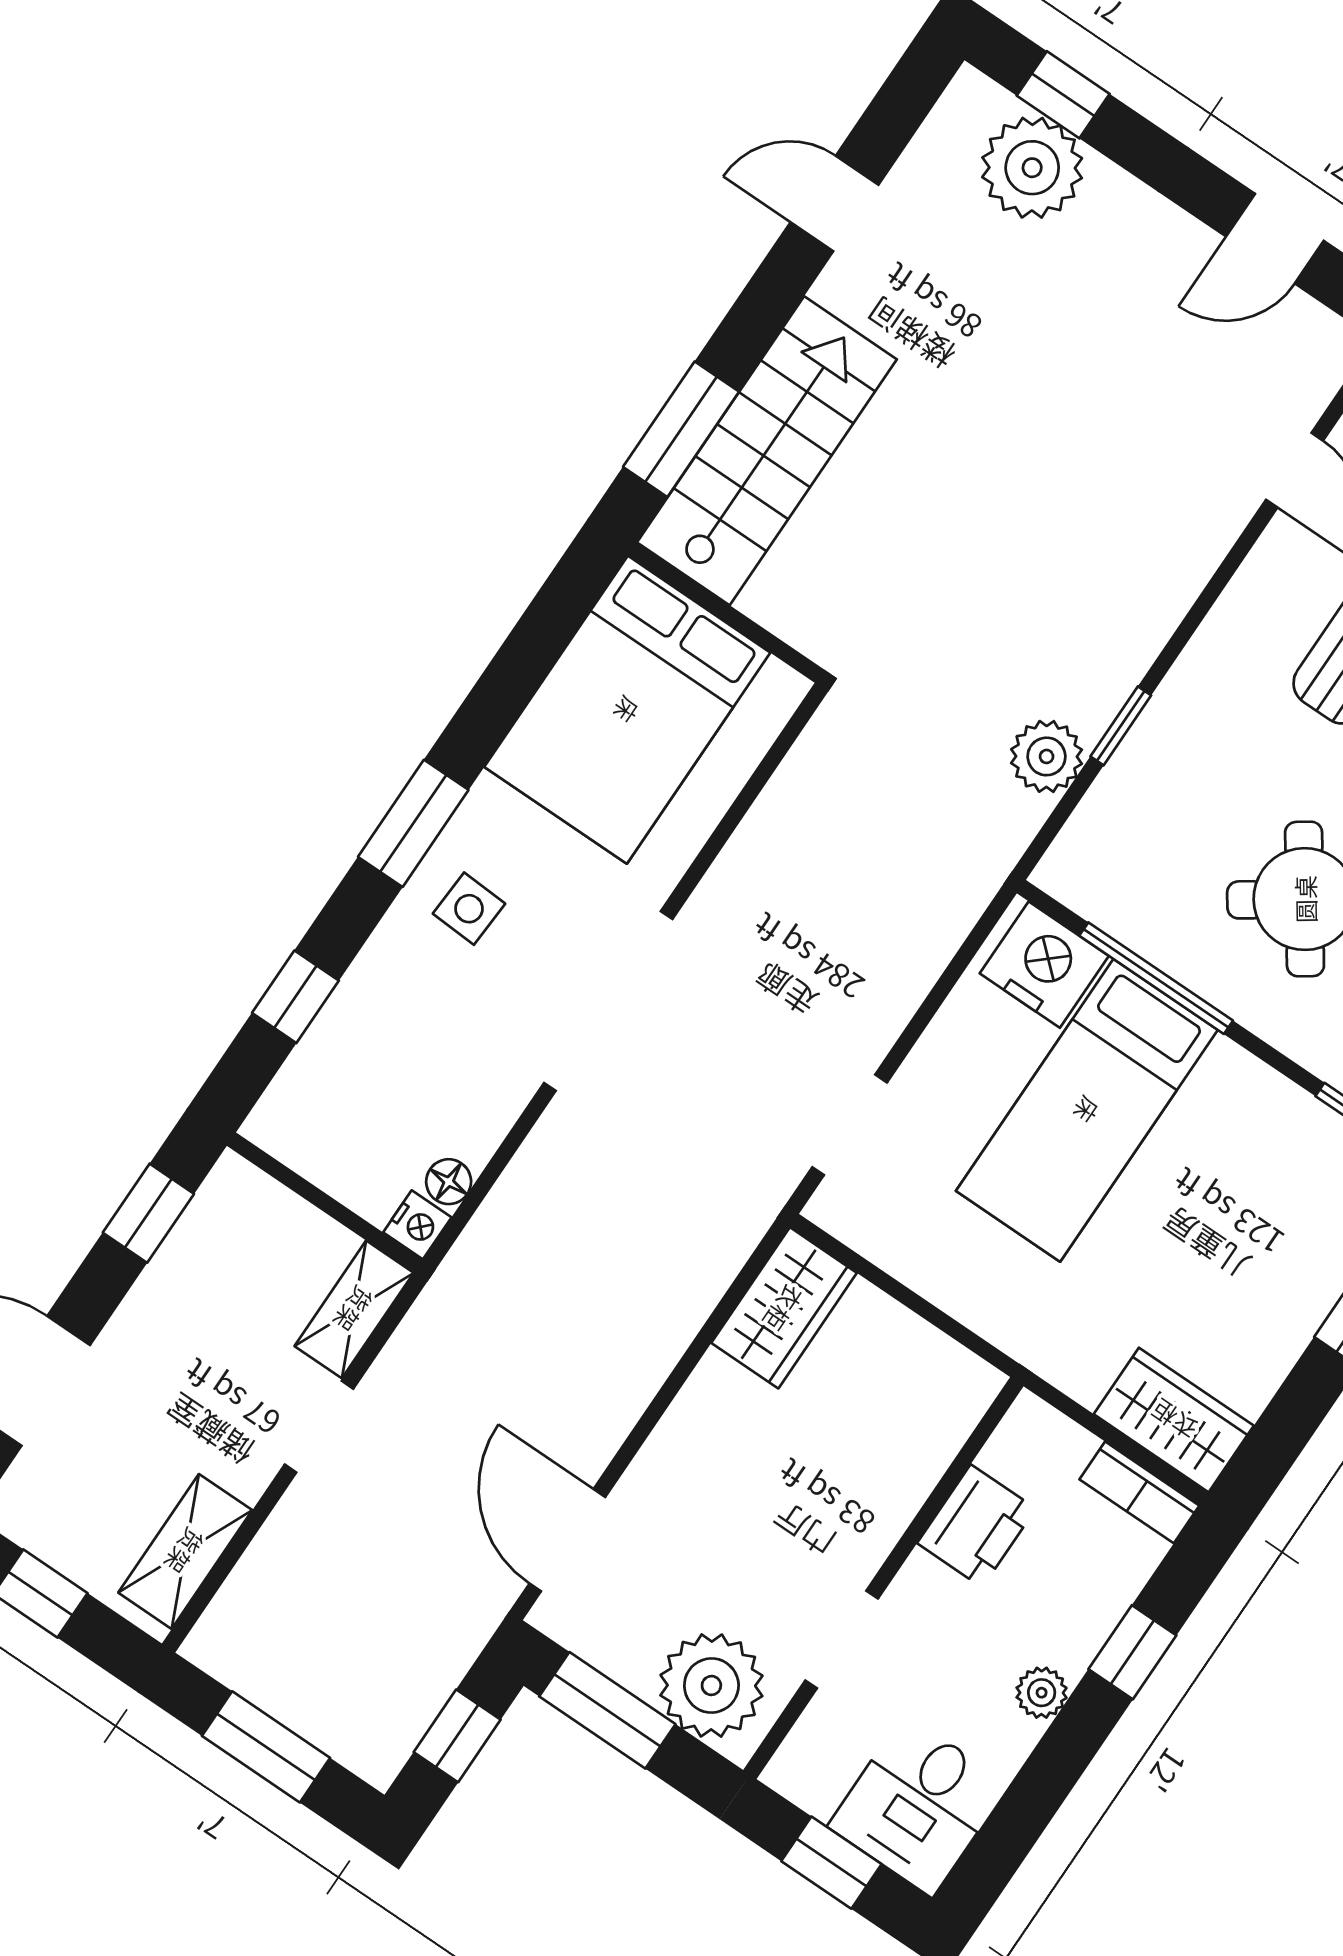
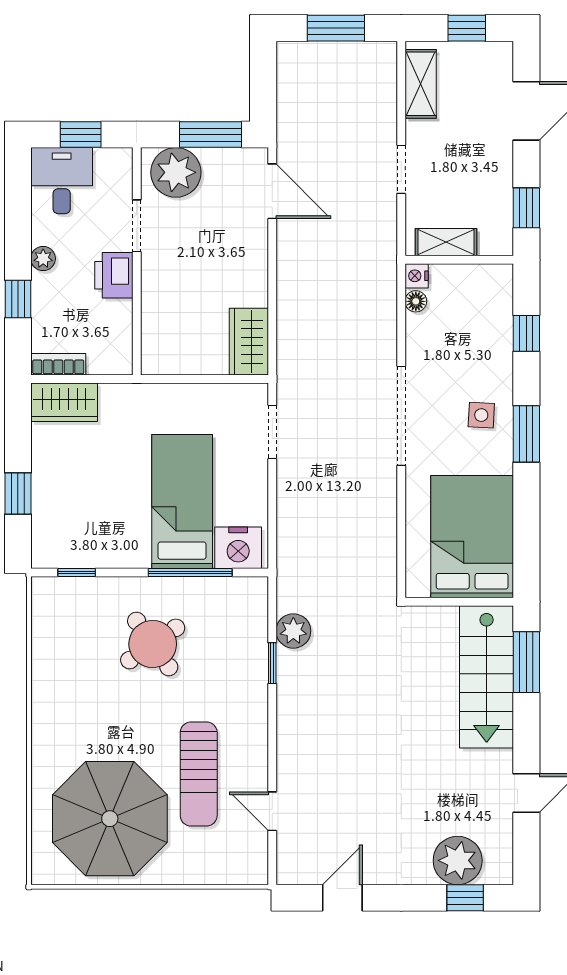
shelving: (354, 1309) -> (446, 242), moved, turned 90
printer: (976, 1526) -> (114, 275), moved
window: (457, 1736) -> (263, 84), removed

